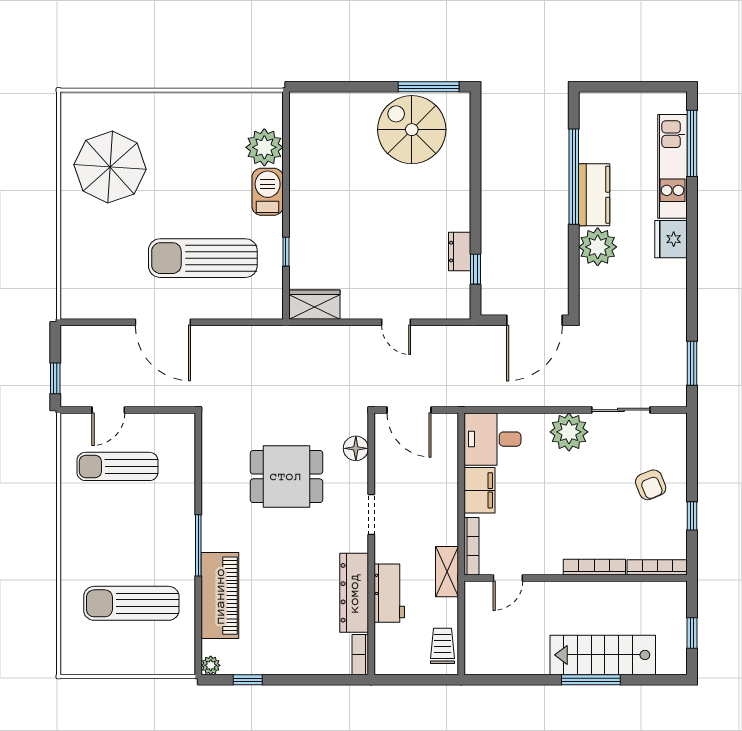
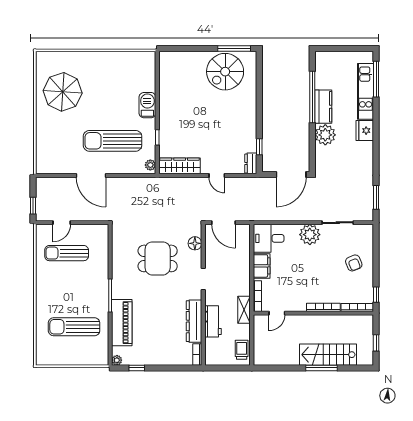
spiral stairs: (412, 130) -> (225, 72), turned -90
plant: (264, 147) -> (150, 165), moved, width x0.53, depth x0.53
dresser: (460, 252) -> (251, 163), moved
wardrobe: (314, 305) -> (180, 166), width x1.50
window: (692, 516) -> (376, 295), moved

